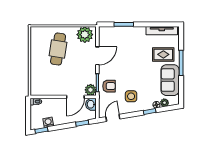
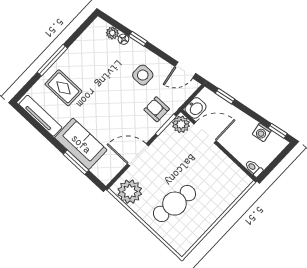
sofa: (170, 80) -> (81, 144), moved, turned -90

